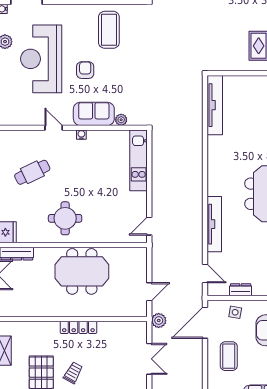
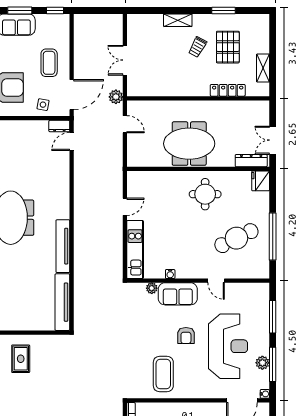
water cooler: (81, 135) -> (170, 274), moved
cafe table: (32, 172) -> (236, 238), width x1.37, depth x1.35
tv unit: (214, 224) -> (63, 246), moved
door: (149, 226) -> (125, 207), moved
door: (205, 274) -> (72, 142), hinge flipped
dresser: (241, 290) -> (59, 126), moved
door: (149, 292) -> (125, 124), swing flipped
locker: (78, 327) -> (228, 90), moved

